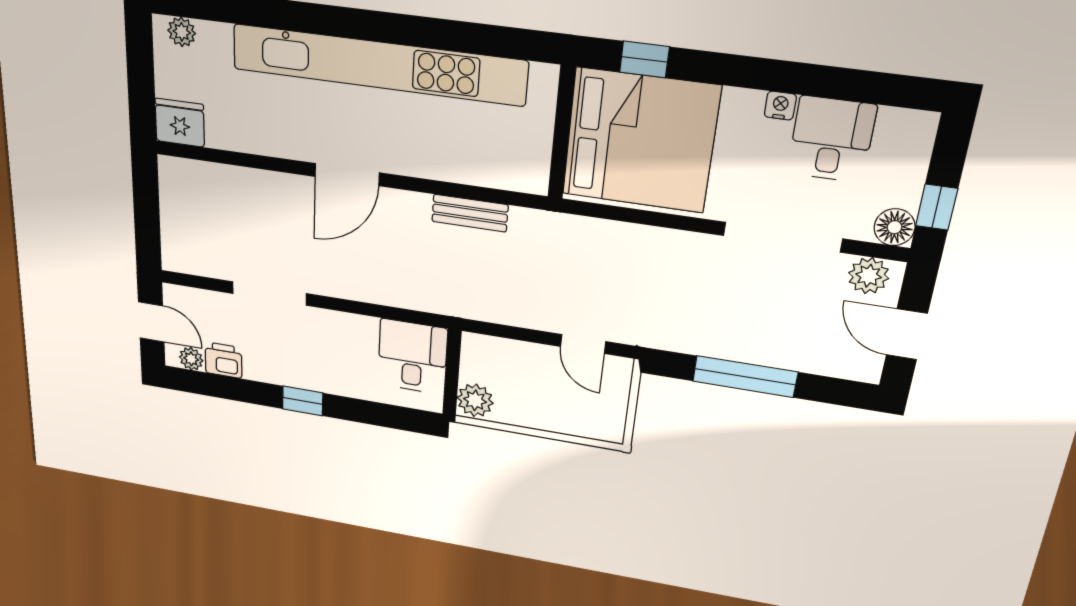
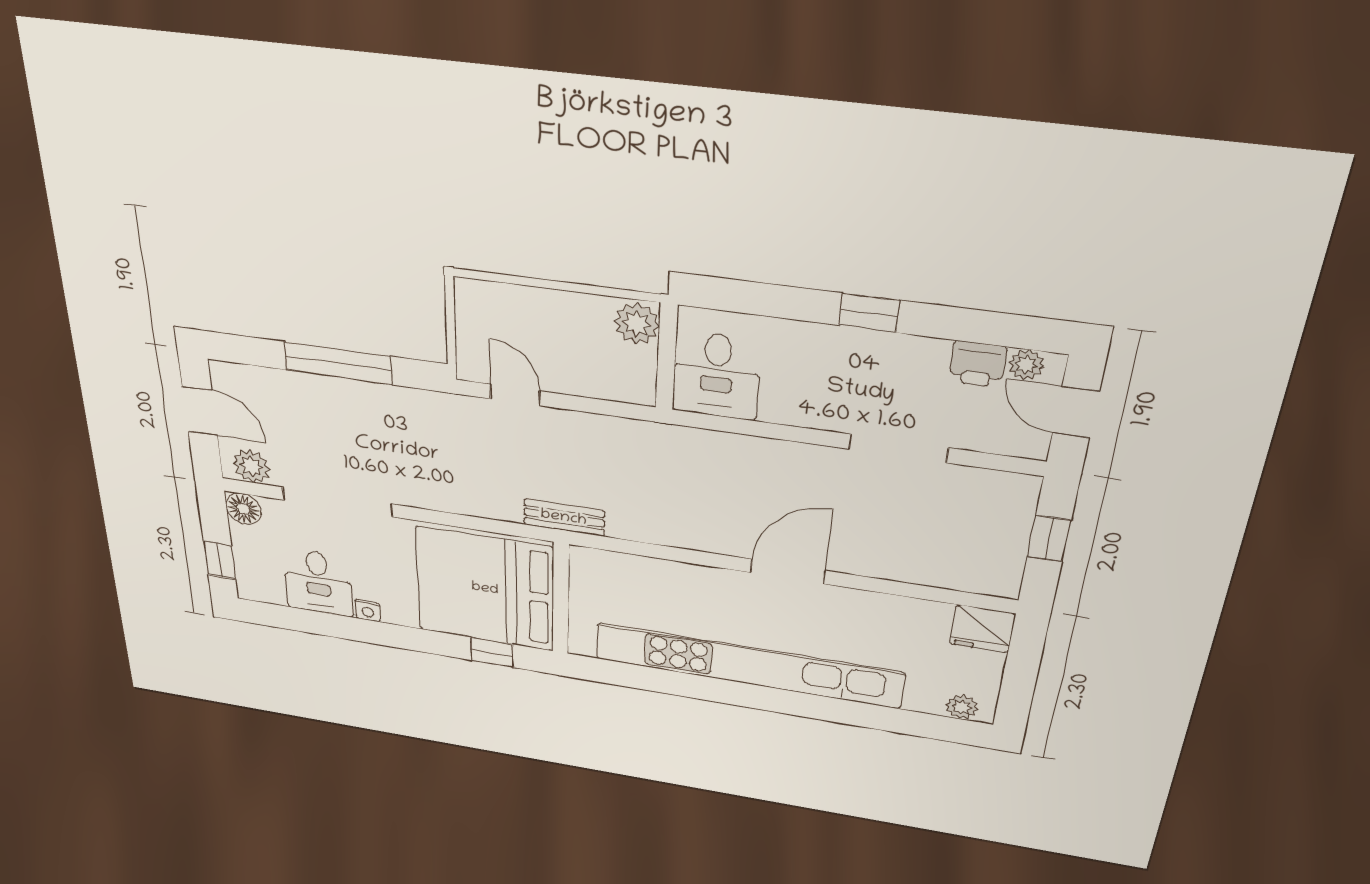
window: (937, 207) -> (220, 560), moved
bench: (470, 213) -> (564, 518), moved
window: (147, 215) -> (1049, 539), added

